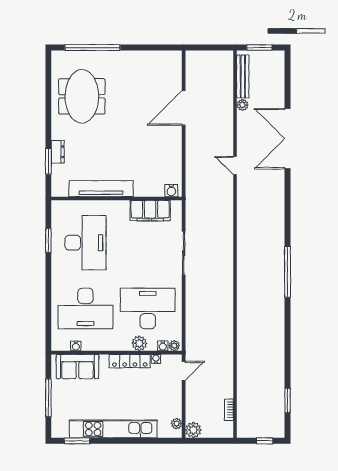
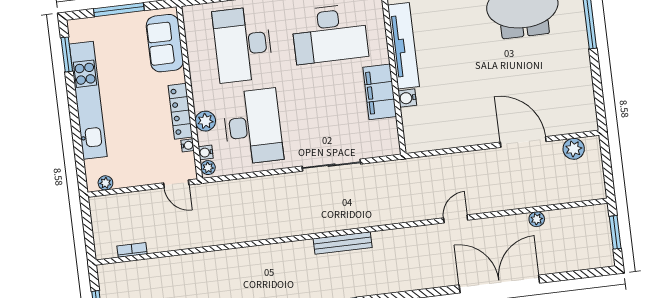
bench: (243, 76) -> (343, 243), moved
water cooler: (171, 191) -> (407, 98), moved
filing cabinet: (150, 211) -> (380, 92), moved
water cooler: (76, 346) -> (192, 38), removed
plant: (193, 430) -> (574, 149), moved

